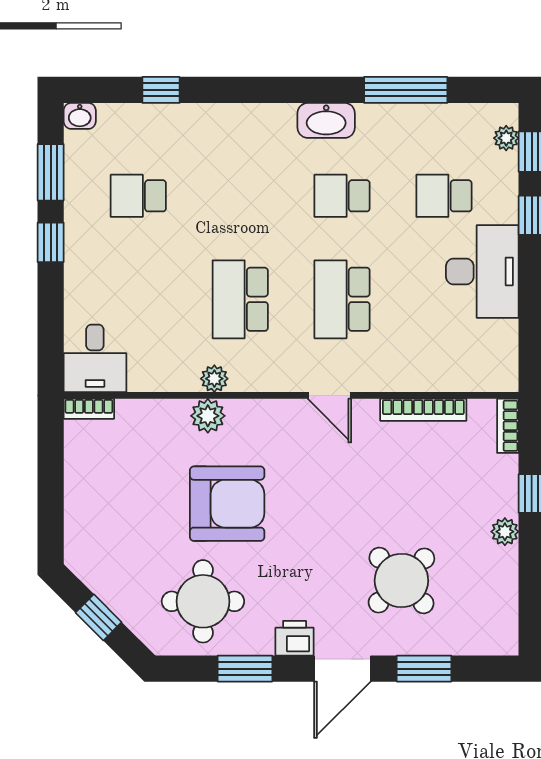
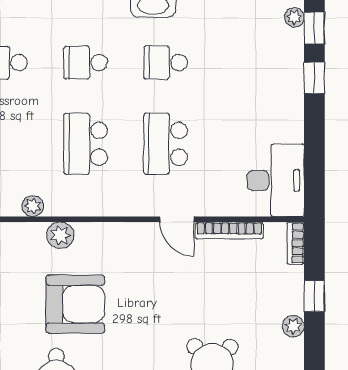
school desk: (444, 196) -> (86, 63), moved
desk: (482, 271) -> (276, 180), moved
plant: (214, 379) -> (33, 206), moved
door: (329, 395) -> (177, 219), moved

